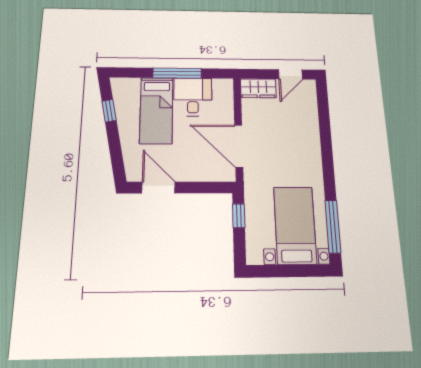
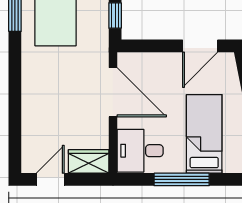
desk: (193, 97) -> (140, 151), moved, turned 90
door: (158, 188) -> (200, 46), hinge flipped

